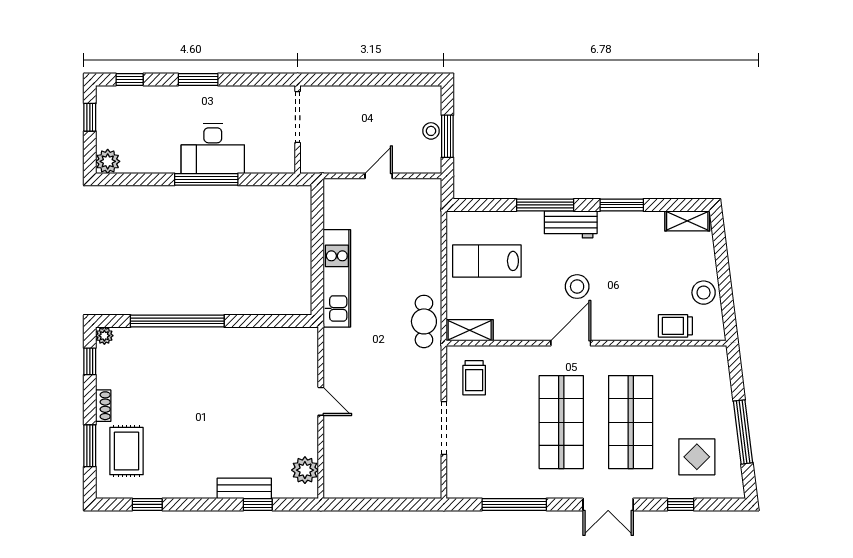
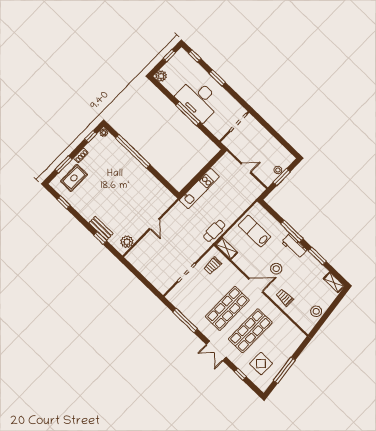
desk: (213, 149) -> (198, 99), width x1.36, depth x1.30
trolley: (675, 326) -> (285, 298), moved

